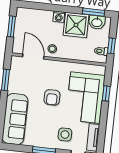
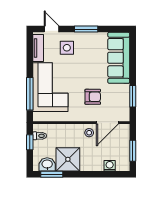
washing machine: (59, 17) -> (110, 166), moved
door: (33, 57) -> (107, 123), hinge flipped
window: (106, 93) -> (30, 94), width x2.17
armchair: (52, 97) -> (93, 97), moved, turned 90

